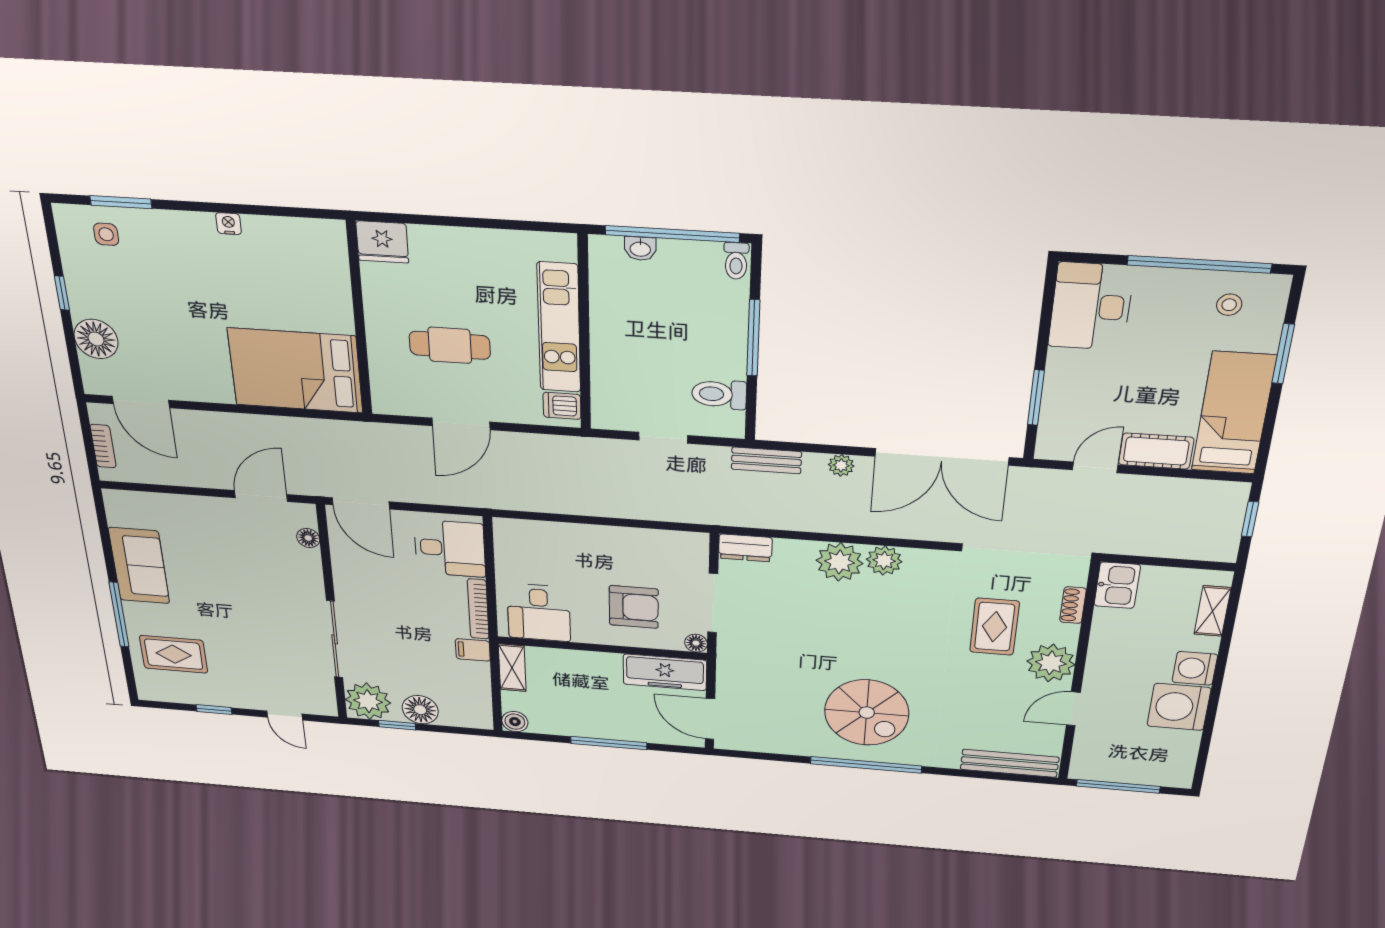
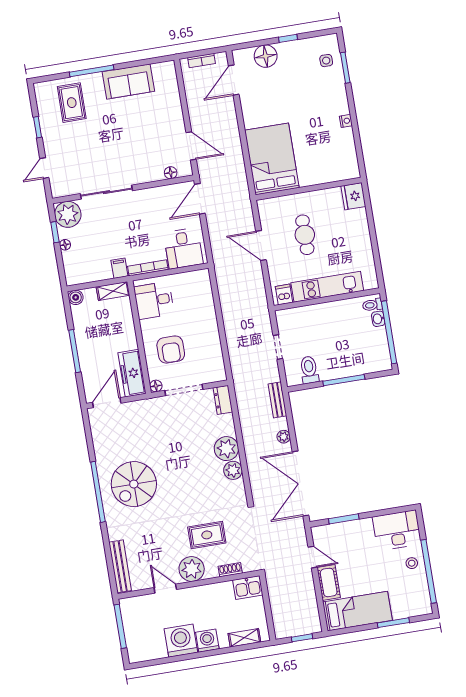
toilet: (736, 261) -> (372, 305), moved
stool: (1229, 305) -> (412, 563), moved
floor lamp: (420, 710) -> (65, 245), width x0.53, depth x0.53

